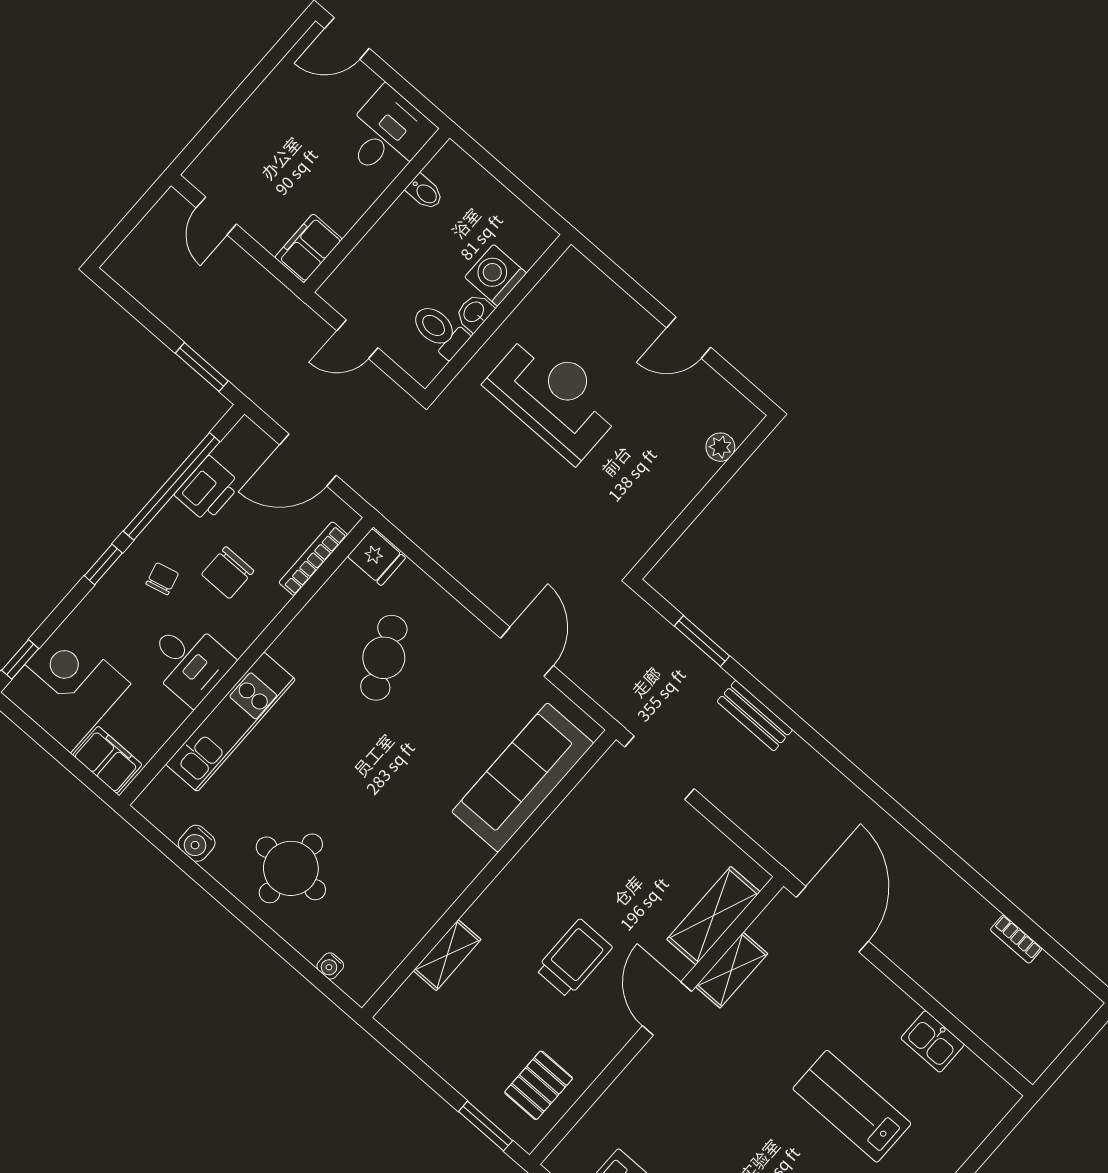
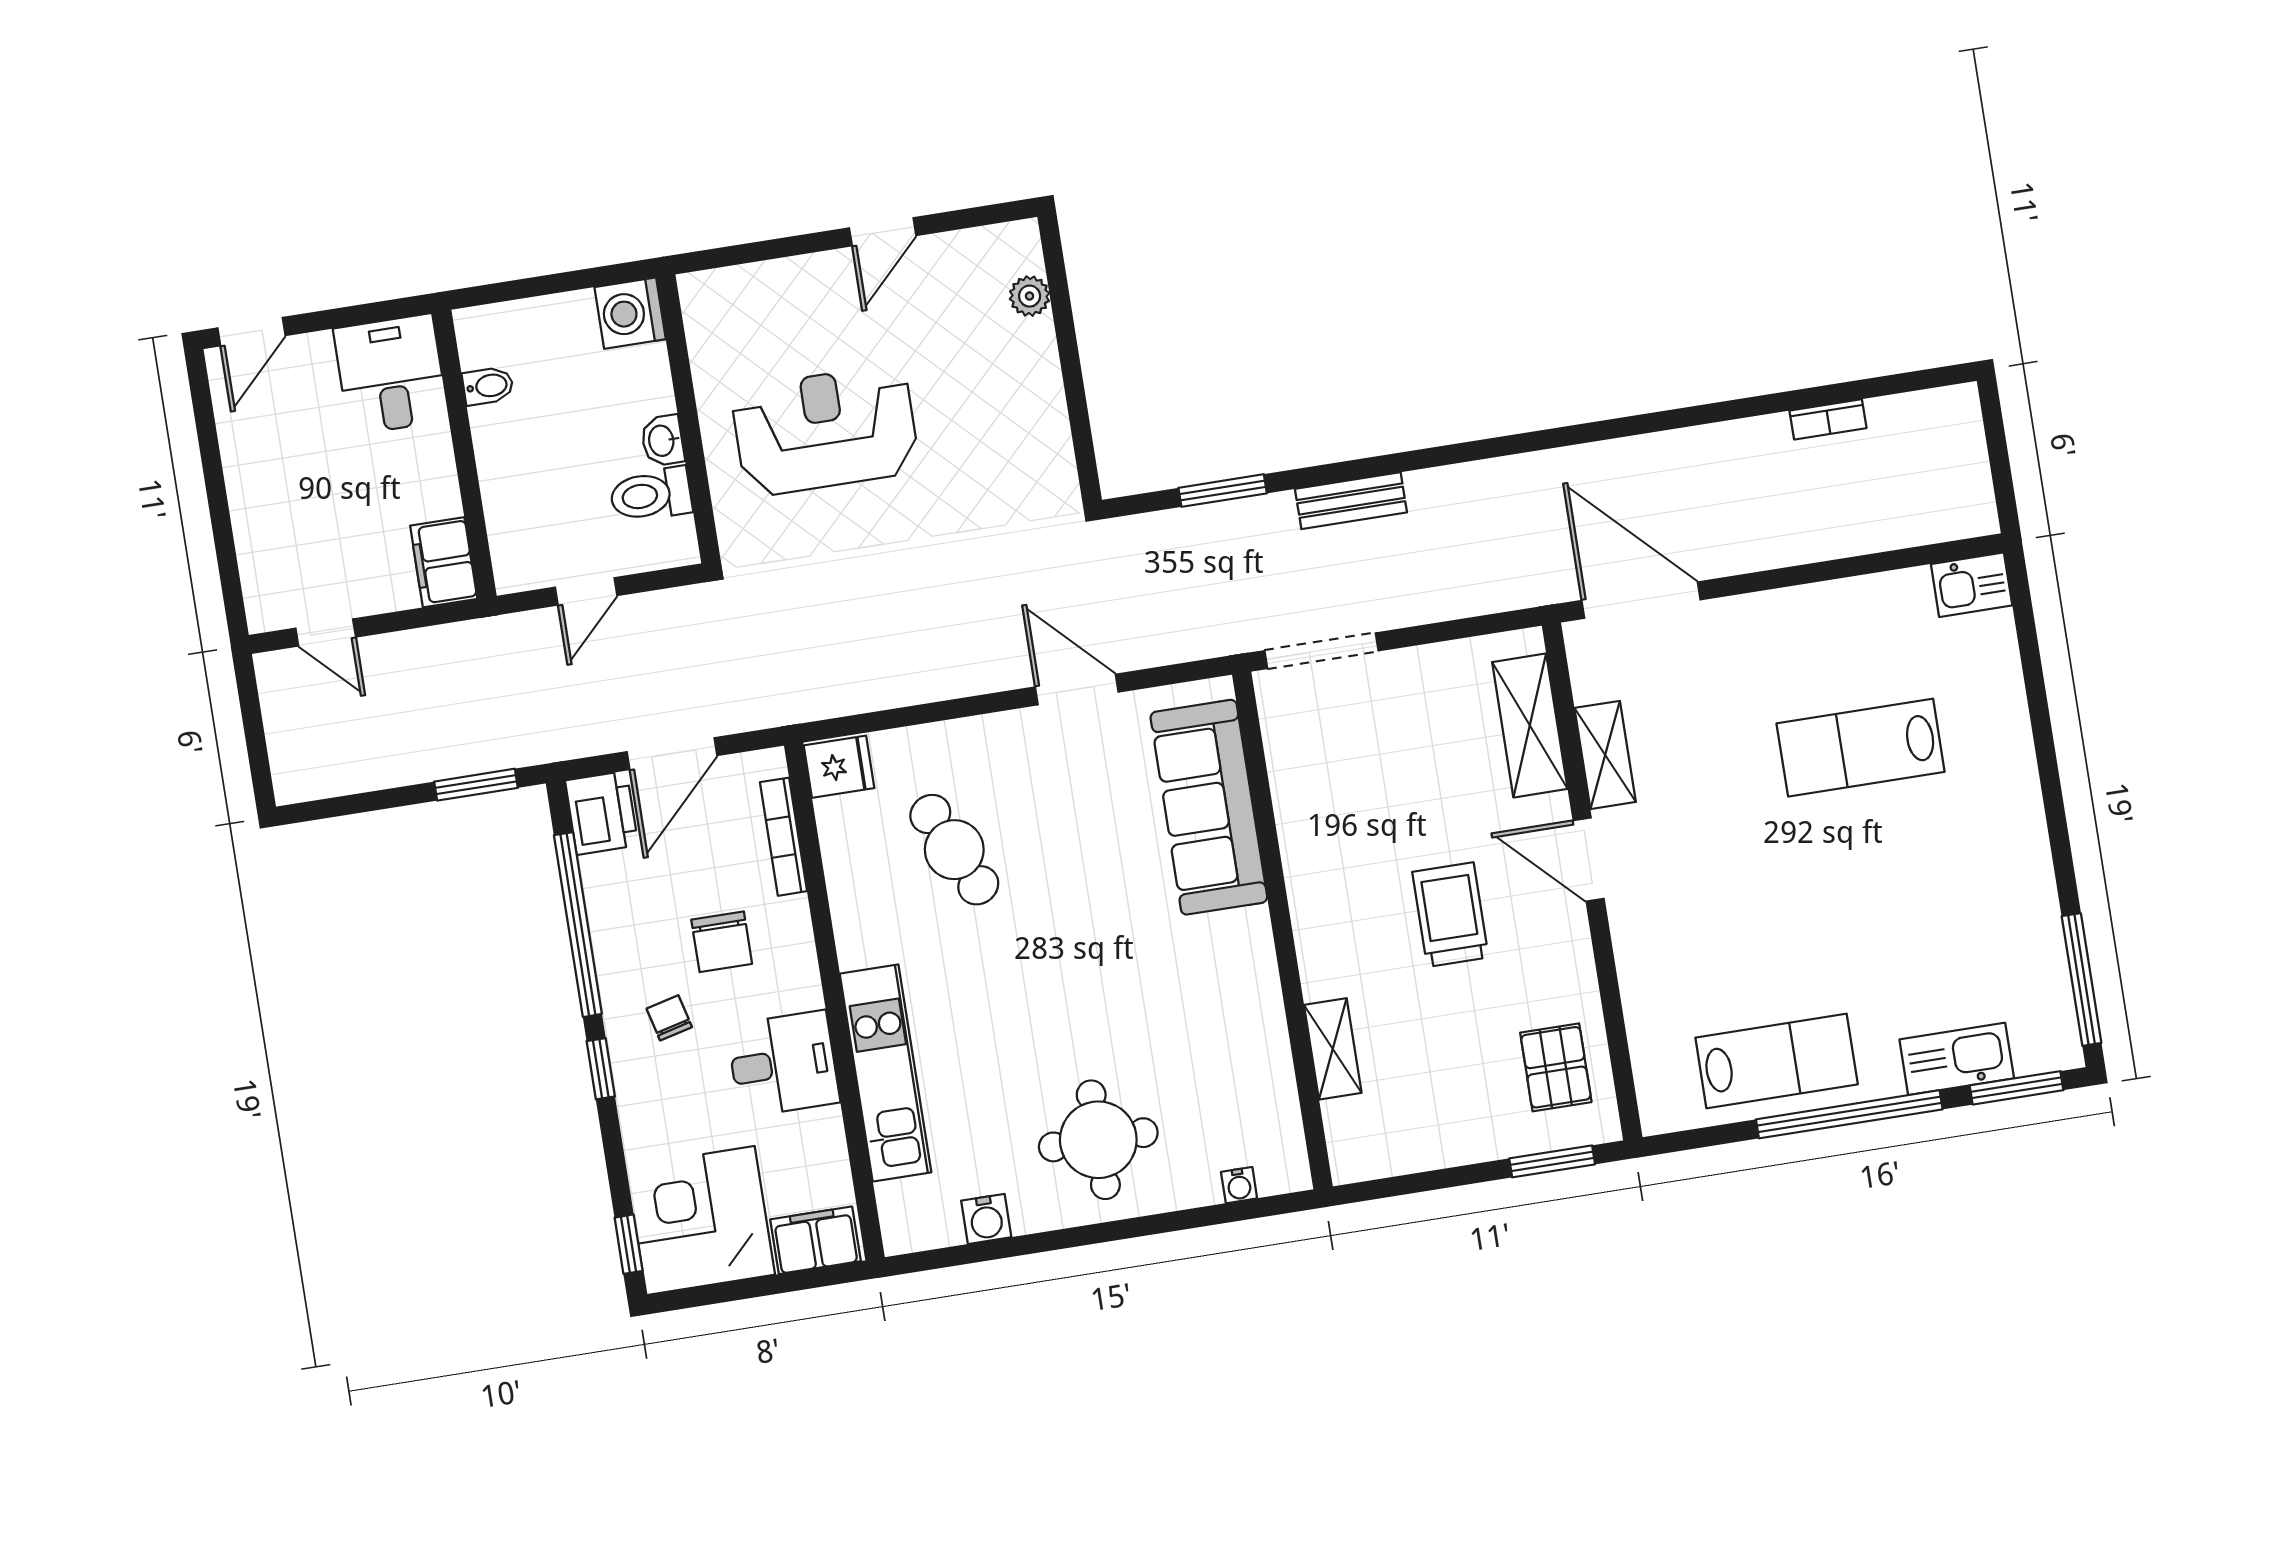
washing machine: (496, 275) -> (630, 313), moved
printer: (208, 489) -> (602, 813), moved
kitchen sink: (933, 1041) -> (1972, 585), moved

